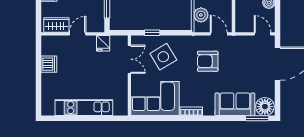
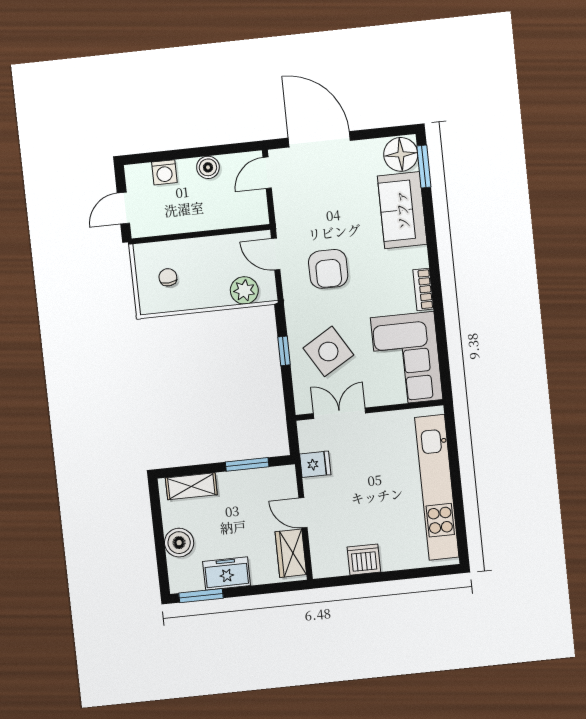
window: (152, 33) -> (284, 351), moved
door: (219, 34) -> (276, 254), hinge flipped
kitchen unit: (84, 108) -> (437, 487), width x1.36

